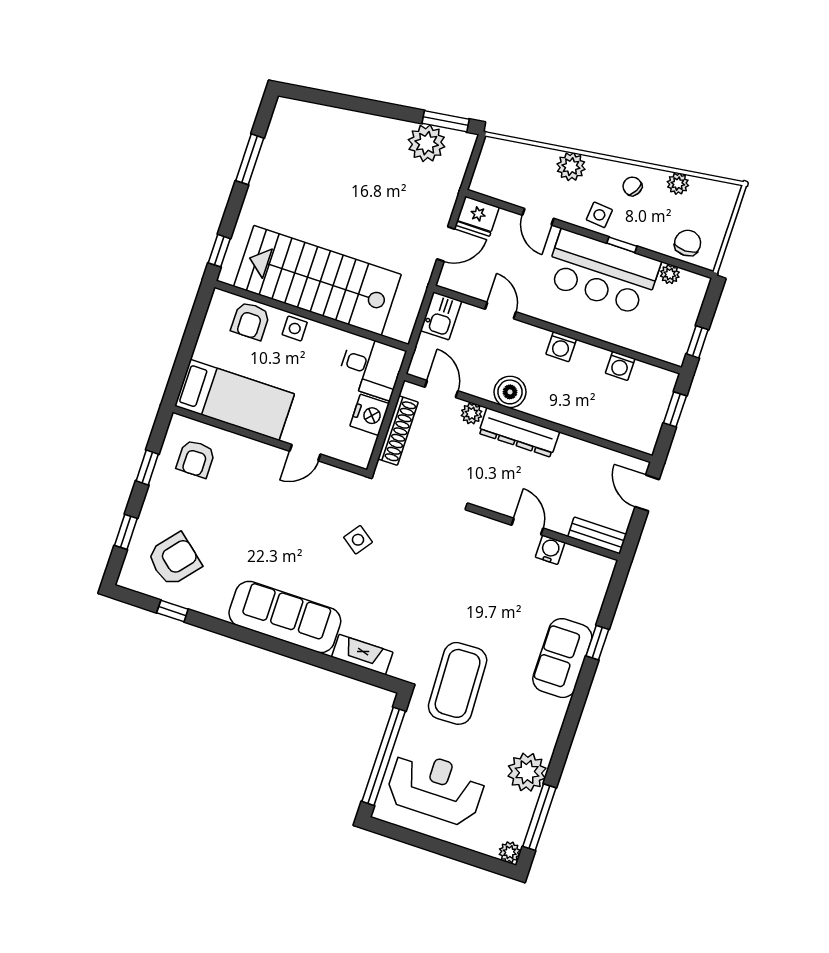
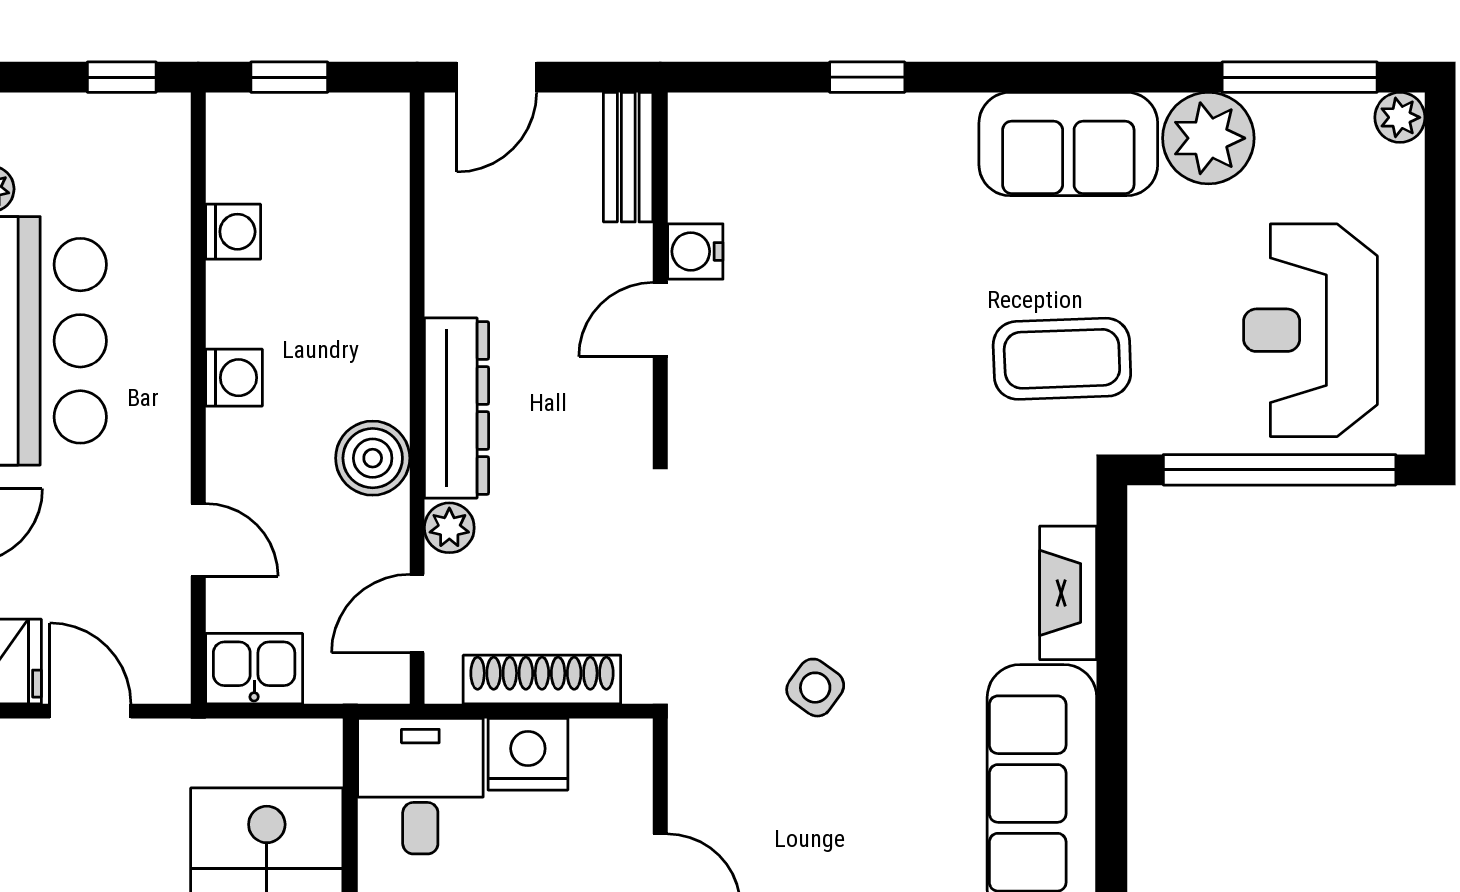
door: (500, 311) -> (198, 540), swing flipped
sofa: (562, 658) -> (1068, 144), moved
coffee table: (458, 683) -> (1062, 359), width x0.73, depth x0.76

